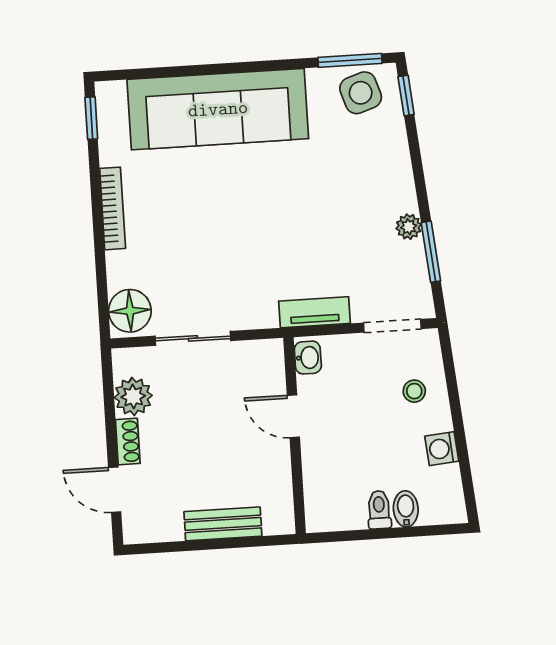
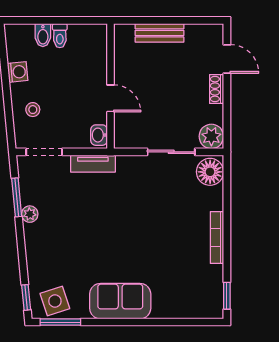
sofa: (218, 109) -> (120, 301), width x0.54, depth x0.79
plant: (133, 396) -> (211, 136), moved

